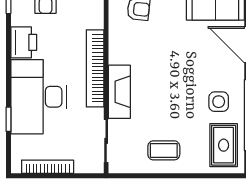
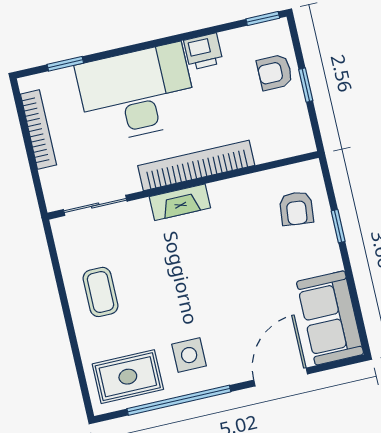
printer: (24, 42) -> (203, 52), width x0.73, depth x0.81
fireplace: (119, 92) -> (180, 202), width x0.73, depth x0.76
window: (8, 119) -> (65, 64), moved

